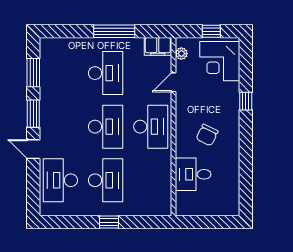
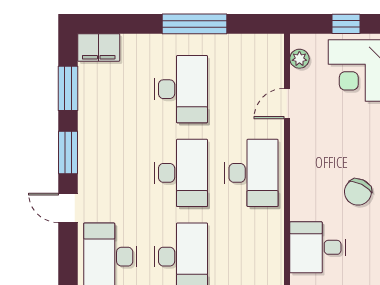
filing cabinet: (158, 46) -> (99, 47), moved
chair: (207, 135) -> (358, 192), moved

